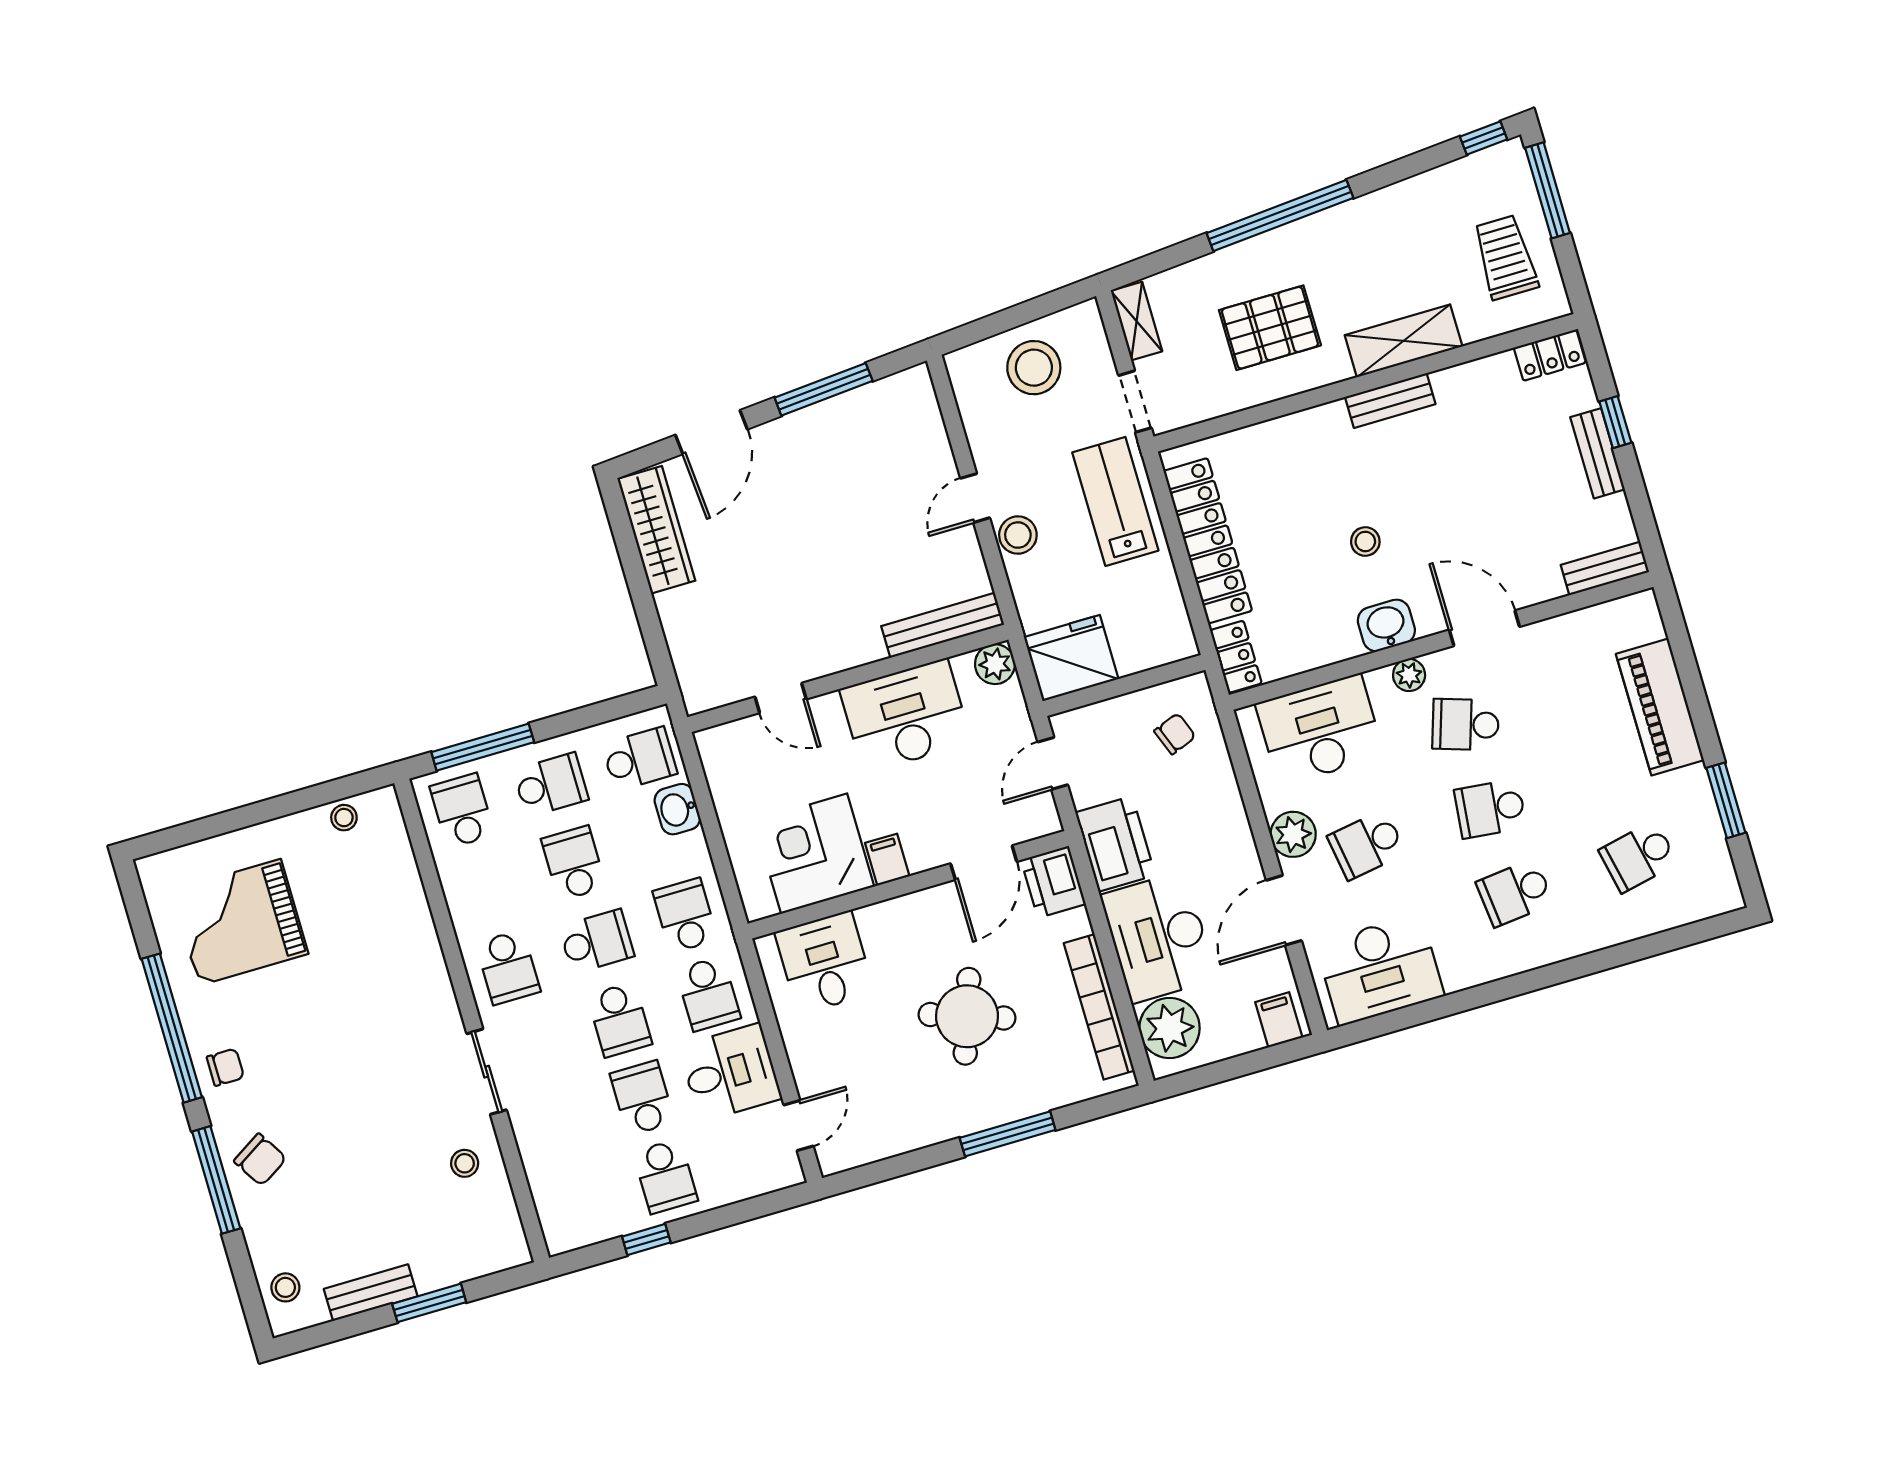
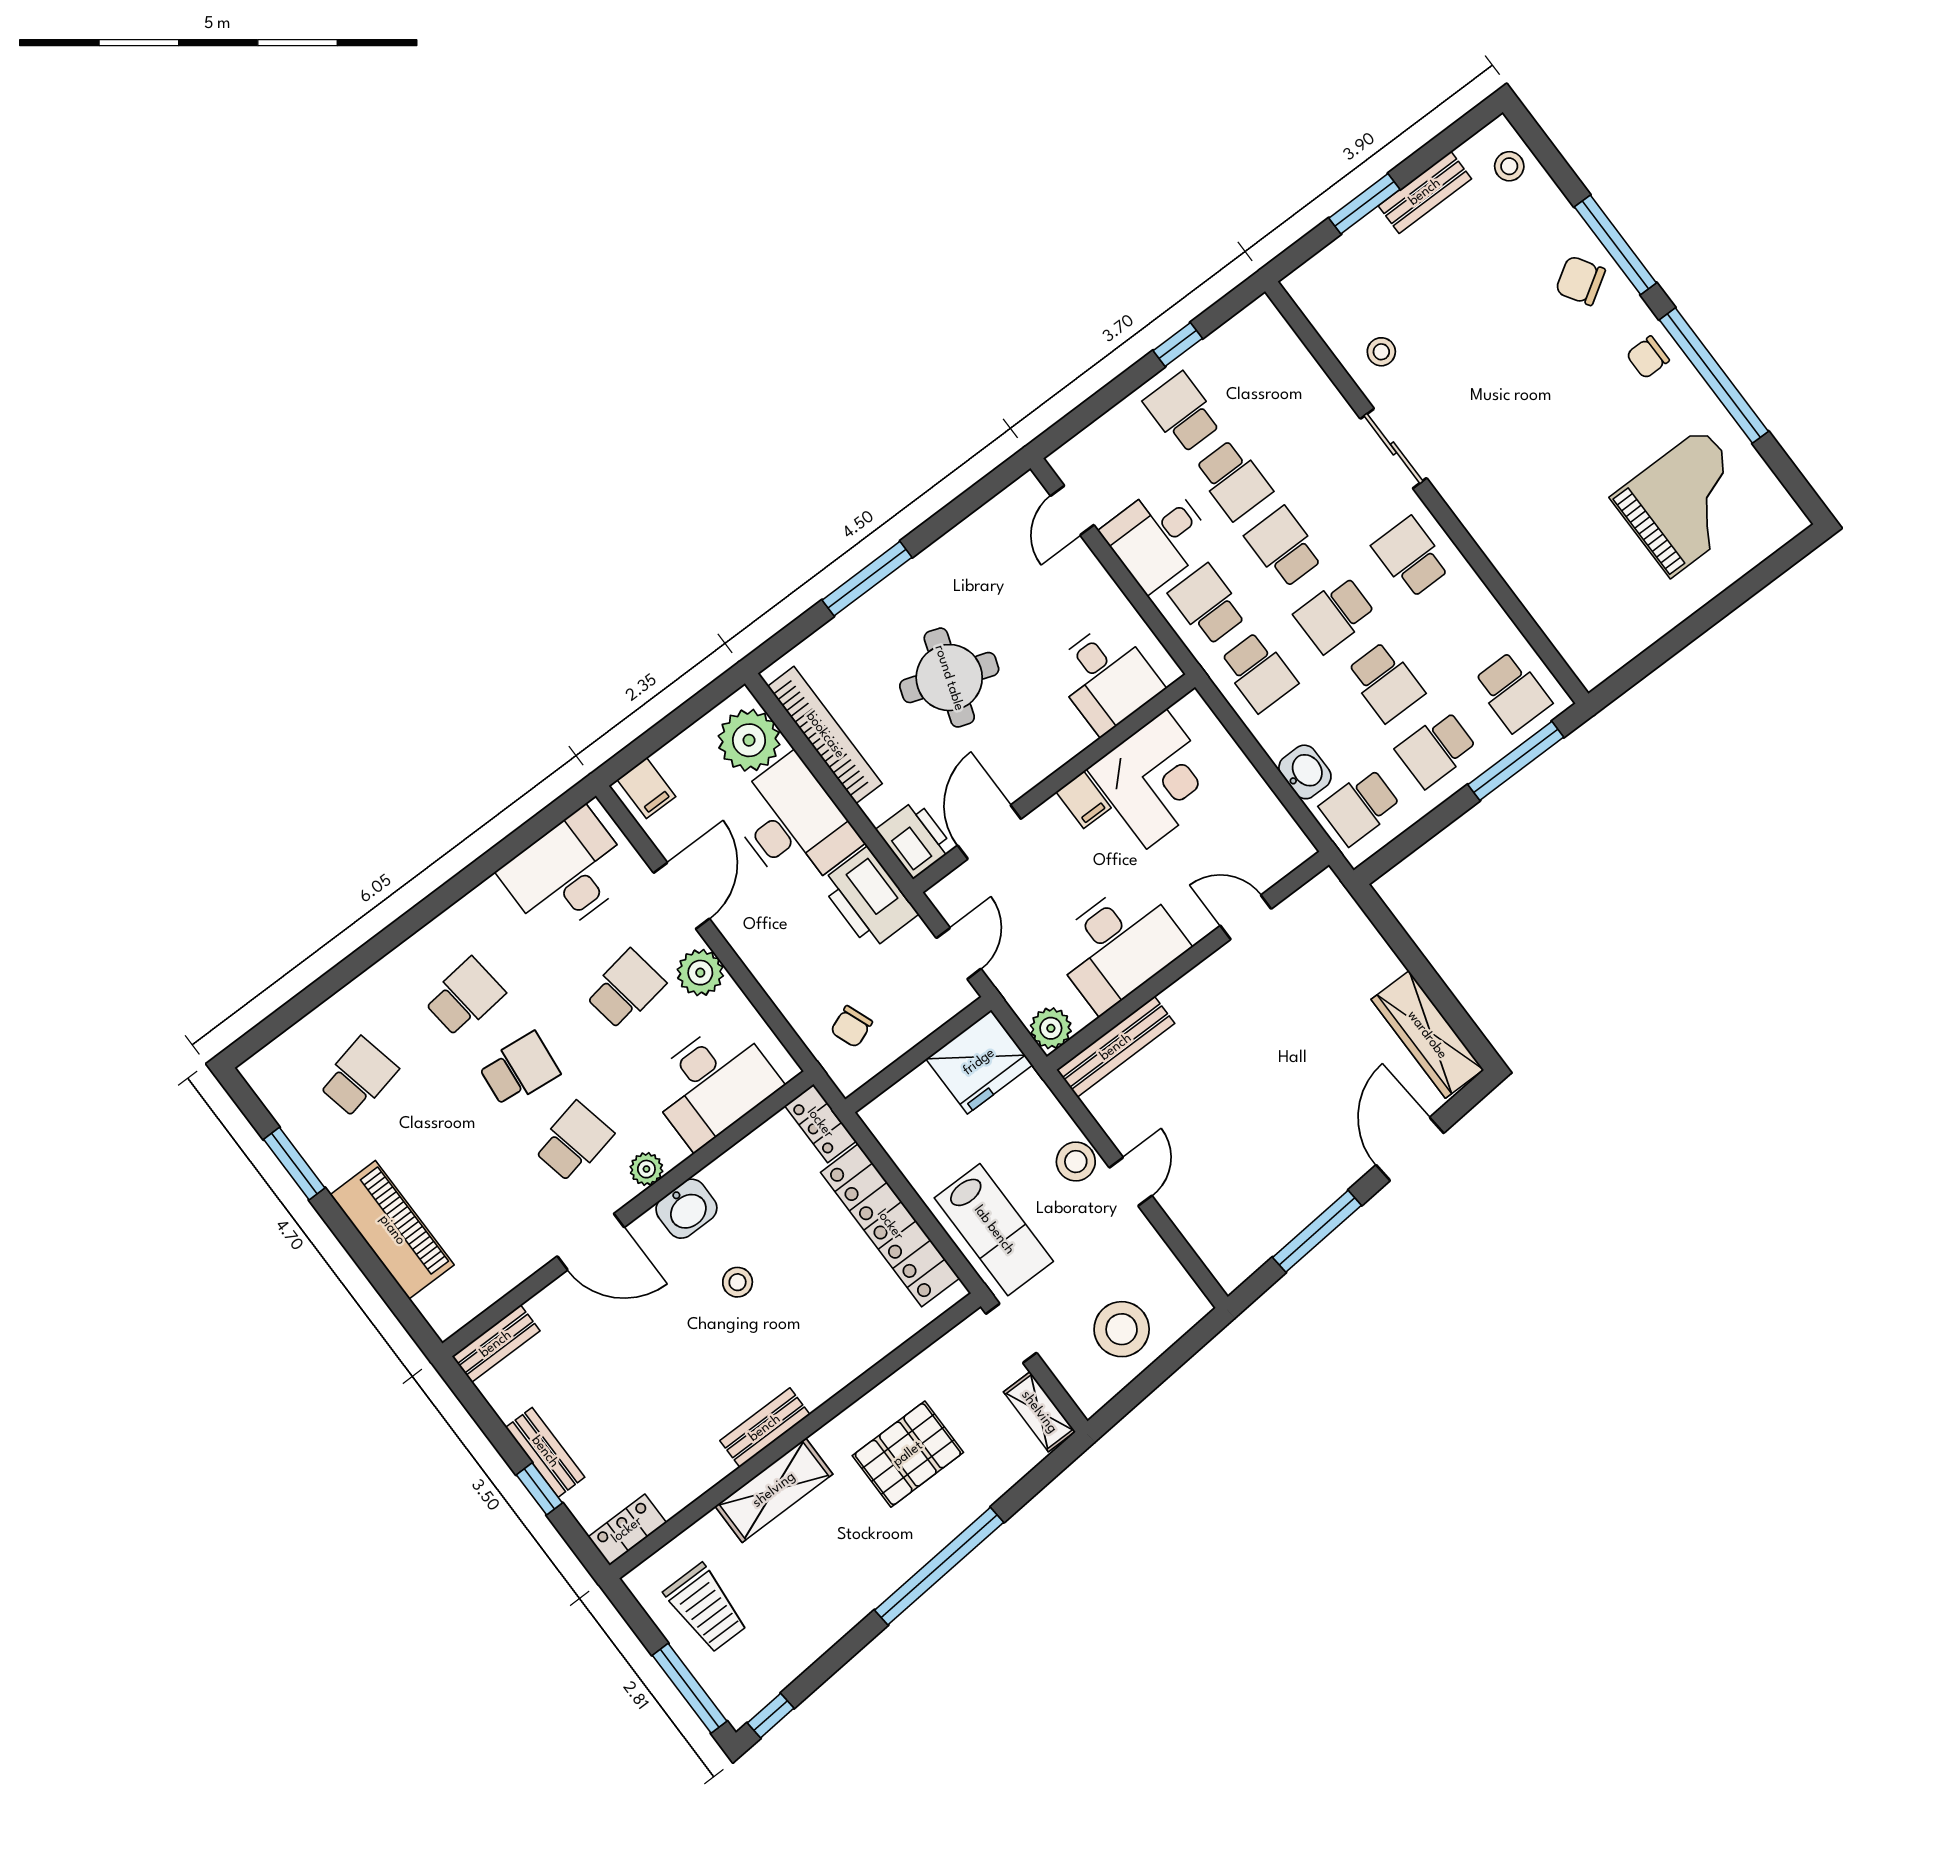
school desk: (1466, 725) -> (574, 1142), turned -30
stool: (344, 818) -> (1624, 642), removed

